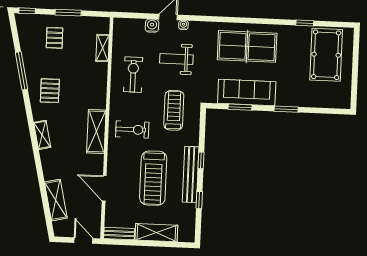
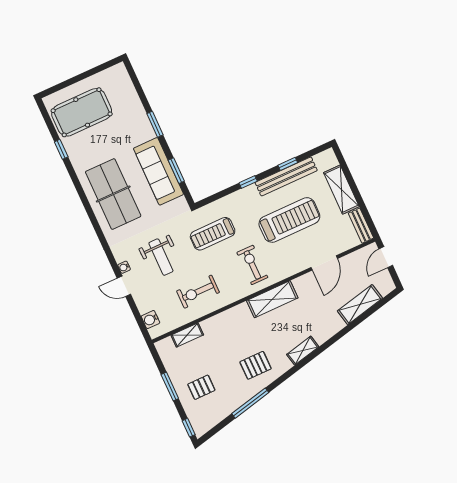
water cooler: (152, 26) -> (150, 320), moved
bench: (191, 174) -> (286, 176), moved

